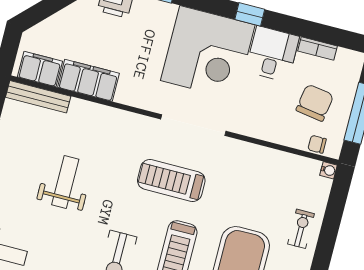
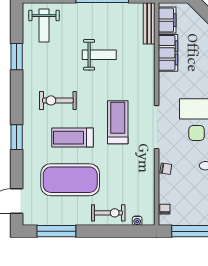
chair: (315, 103) -> (166, 169), moved, width x0.54, depth x0.54
water cooler: (328, 170) -> (137, 221), moved
exercise bike: (301, 229) -> (108, 213), width x1.38, depth x1.39

